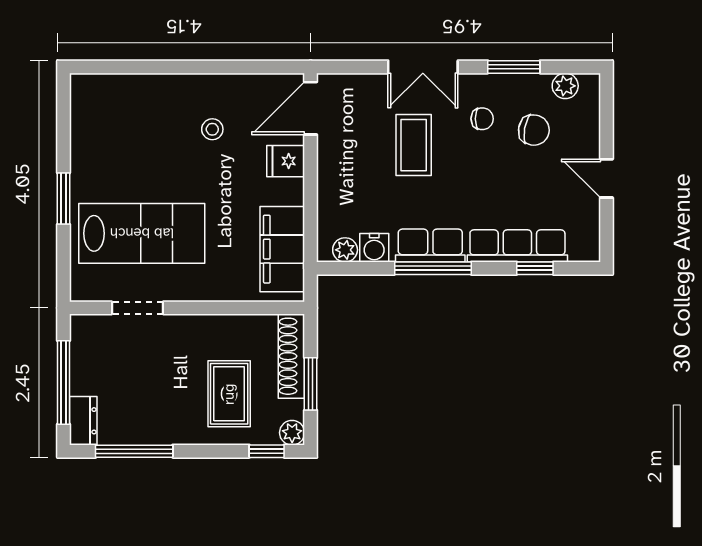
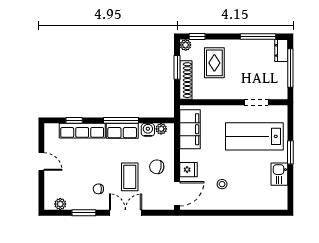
chair: (534, 130) -> (157, 167), moved
kitchen sink: (87, 151) -> (279, 174), added

